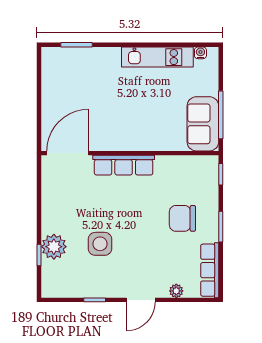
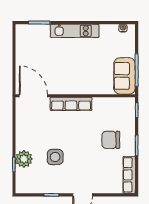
kitchen unit: (157, 57) -> (75, 31), moved
door: (68, 153) -> (33, 96), hinge flipped
plant: (176, 291) -> (107, 189), removed

